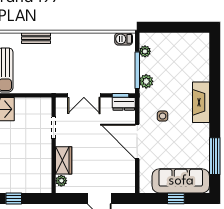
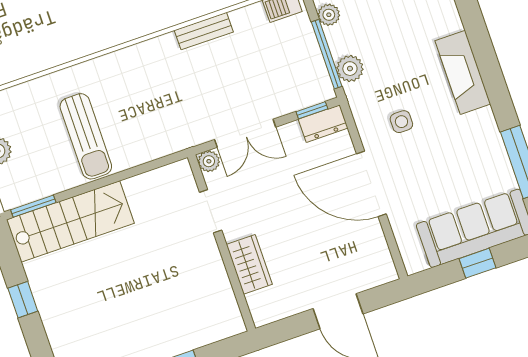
bench: (36, 38) -> (204, 31), moved
plant: (61, 181) -> (209, 161), moved

